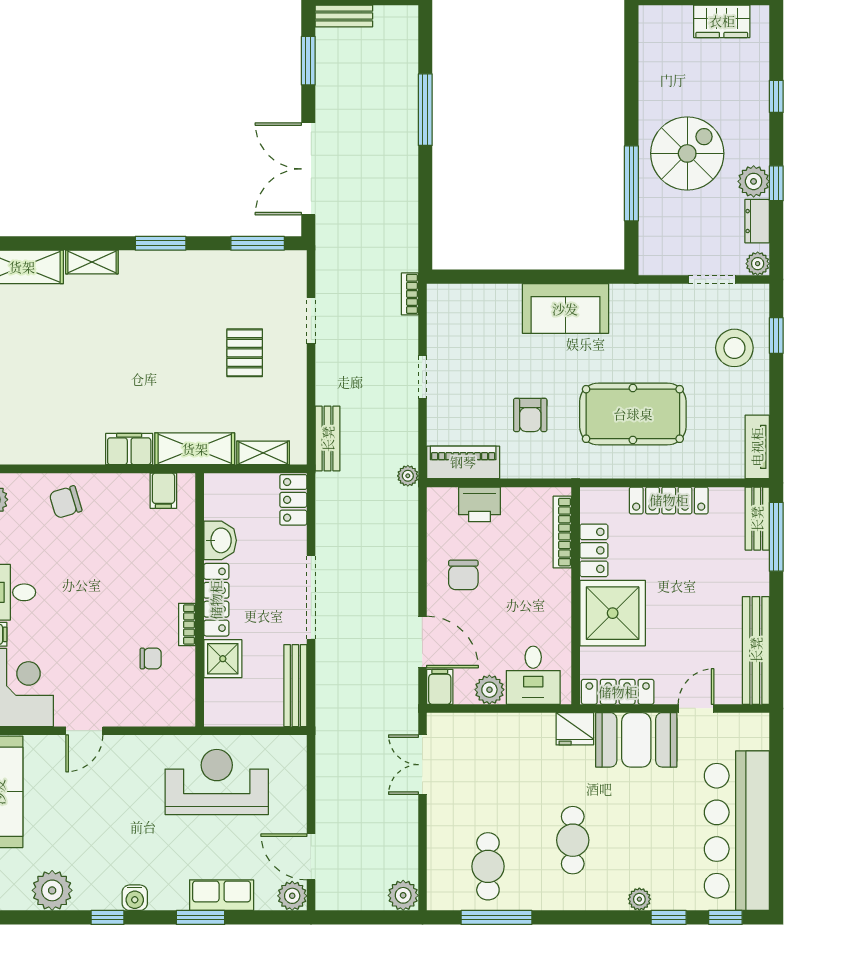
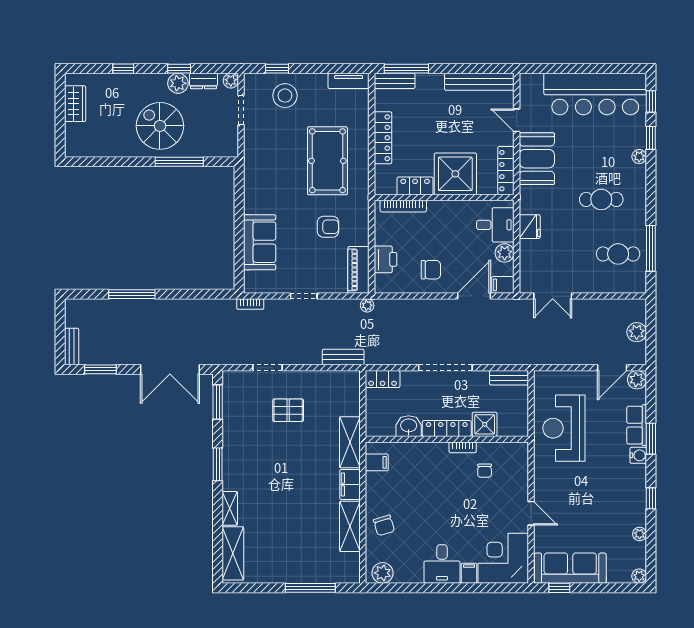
sofa: (565, 309) -> (260, 242), moved
shelving: (263, 453) -> (350, 526), moved, width x1.50, depth x1.33
chair: (151, 659) -> (485, 471), turned 180
bench: (295, 686) -> (509, 378), width x0.73
fridge: (575, 729) -> (530, 227), moved
plant: (52, 890) -> (640, 534), width x0.53, depth x0.53
plant: (403, 895) -> (637, 332), moved
water cooler: (135, 898) -> (638, 455), moved

